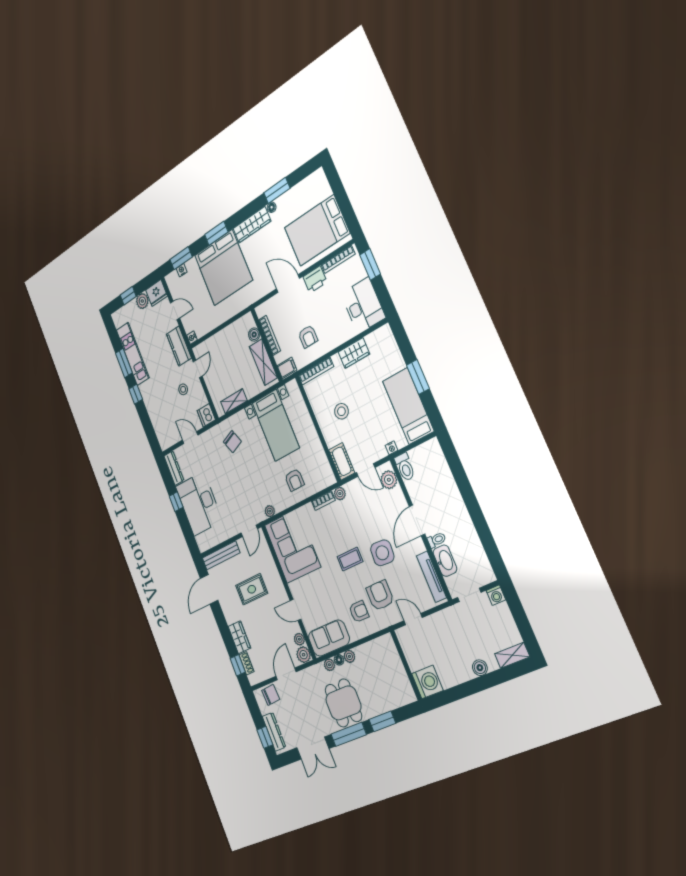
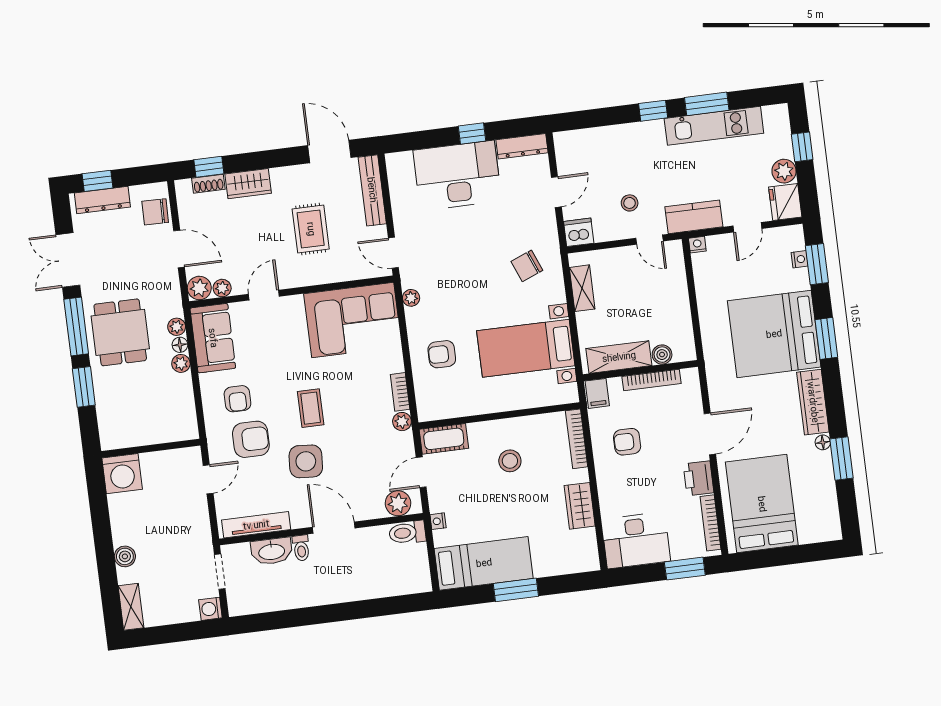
chair: (271, 695) -> (155, 212), turned 95
dining table: (343, 703) -> (120, 332), turned 90

